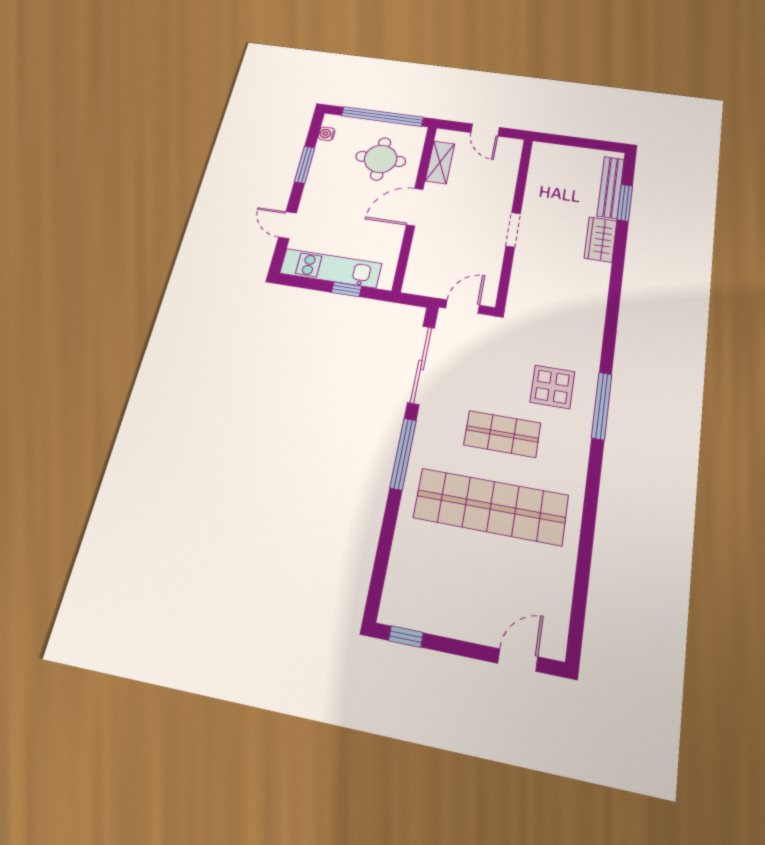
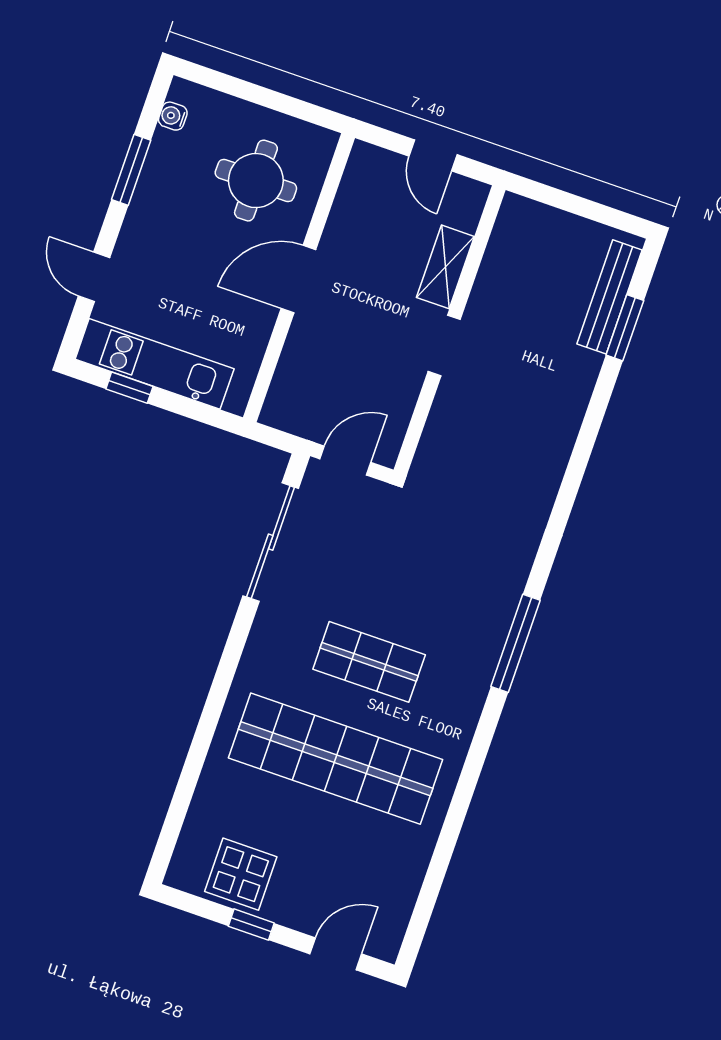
window: (382, 116) -> (269, 99), removed
shelving: (440, 162) -> (445, 267), moved
wardrobe: (601, 239) -> (573, 384), removed
window: (347, 289) -> (129, 388), moved
display table: (552, 387) -> (241, 874), moved
window: (403, 454) -> (227, 669), removed
window: (406, 637) -> (251, 925), moved

